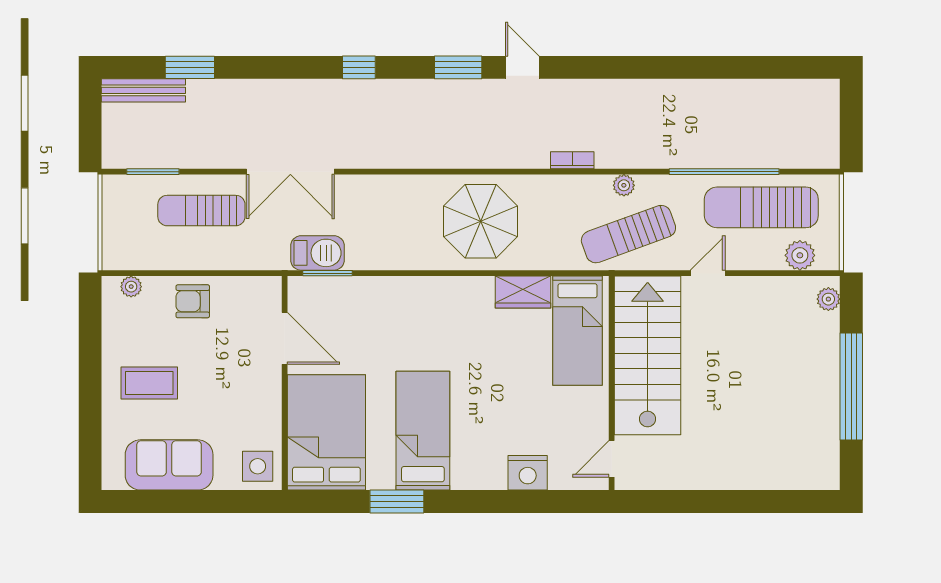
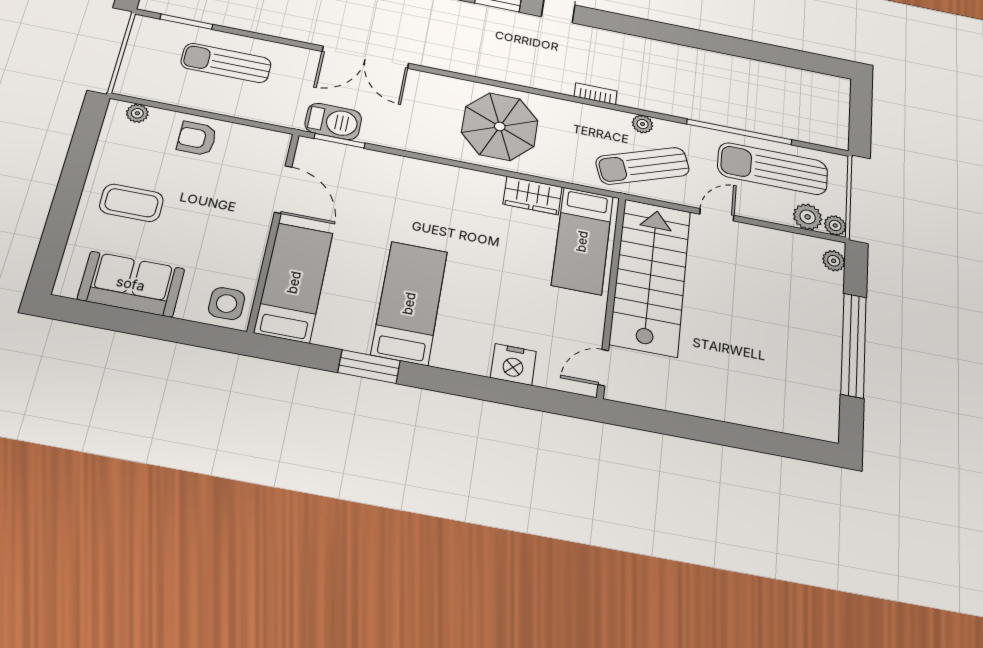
double door: (290, 172) -> (365, 57), moved
plant: (829, 259) -> (835, 225), added
bed: (326, 432) -> (294, 282), width x0.67

